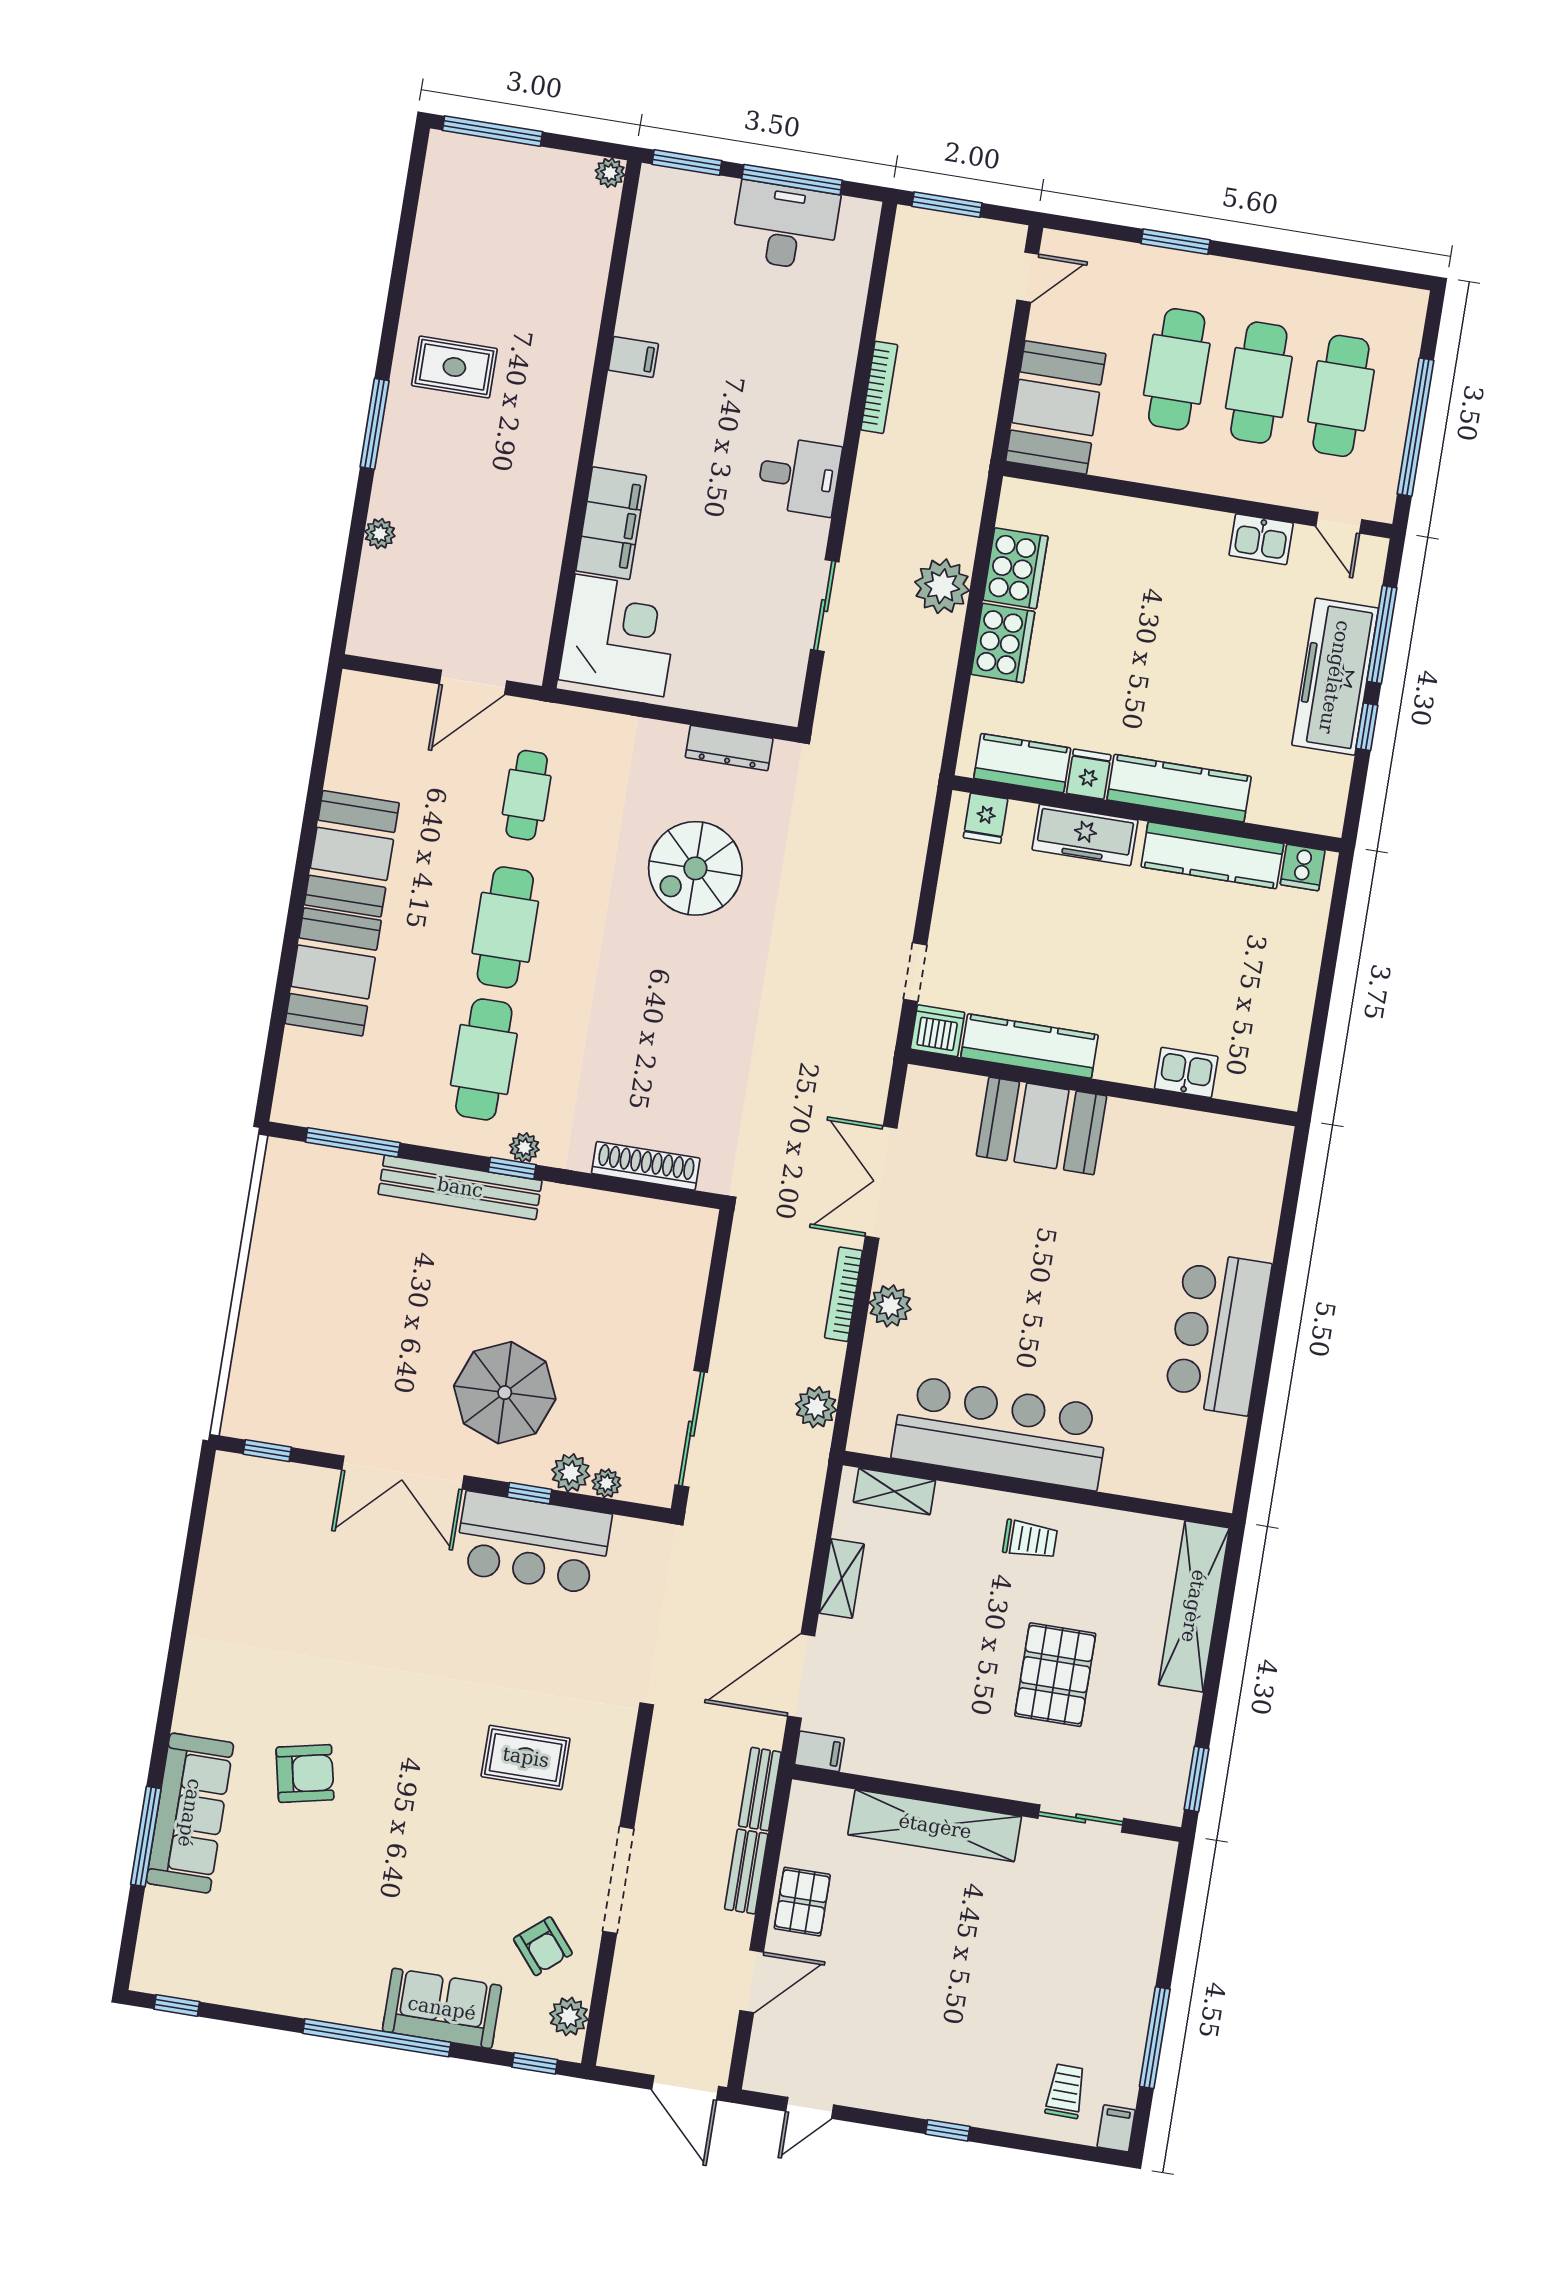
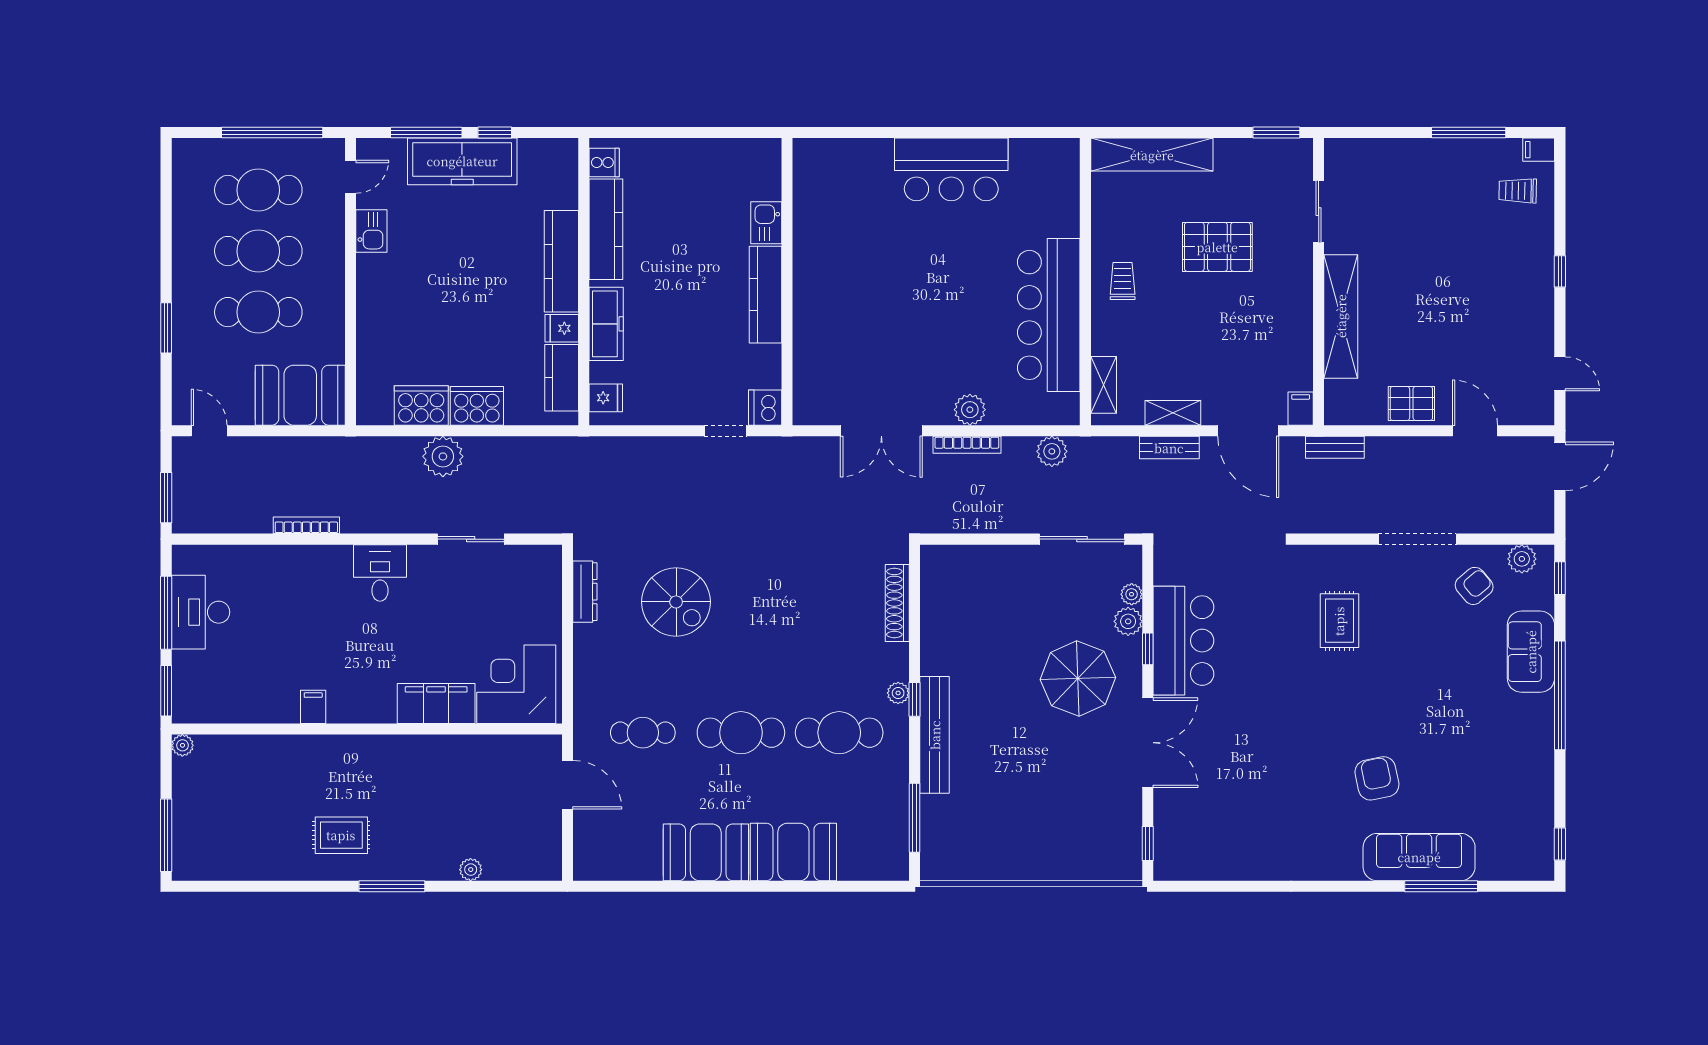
rug: (454, 367) -> (341, 835), turned 90
kitchen counter: (1029, 1046) -> (765, 295), moved
booth: (1041, 1126) -> (822, 321), removed
bench: (746, 1871) -> (1169, 448), moved

